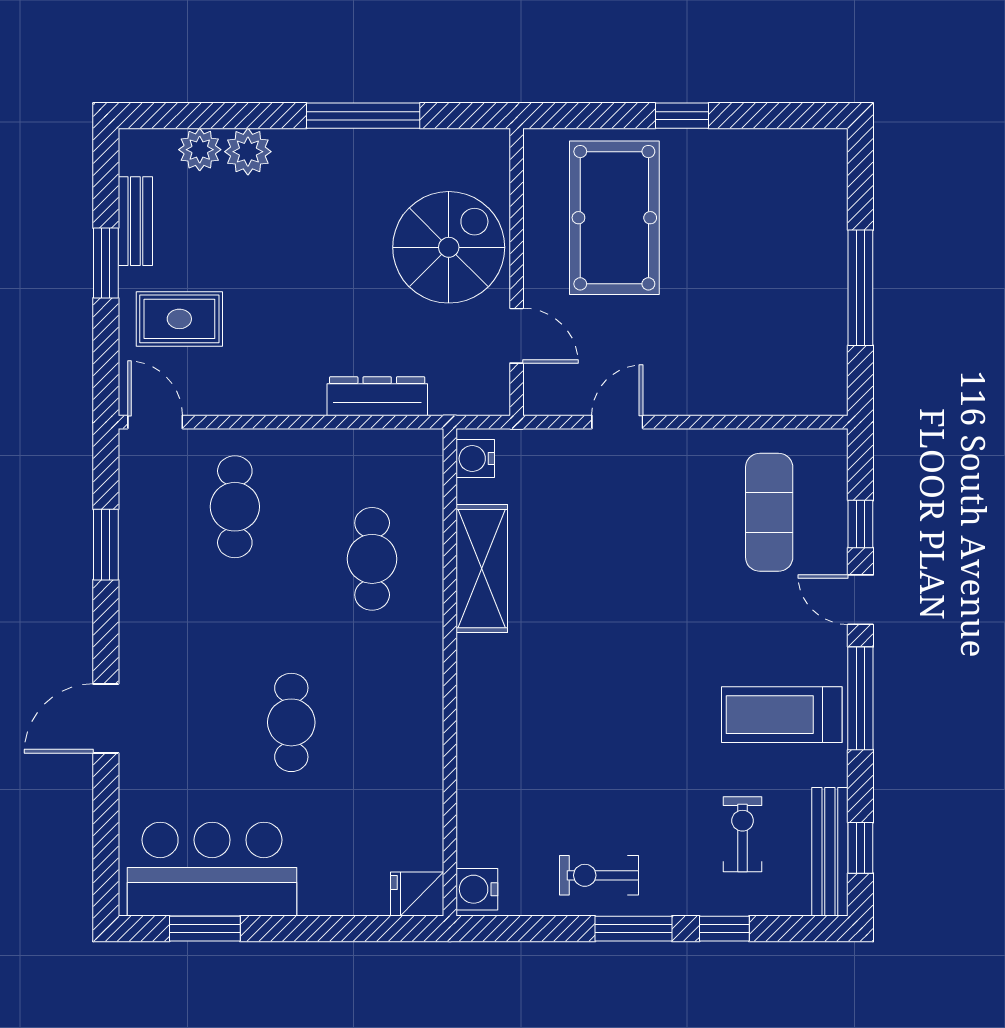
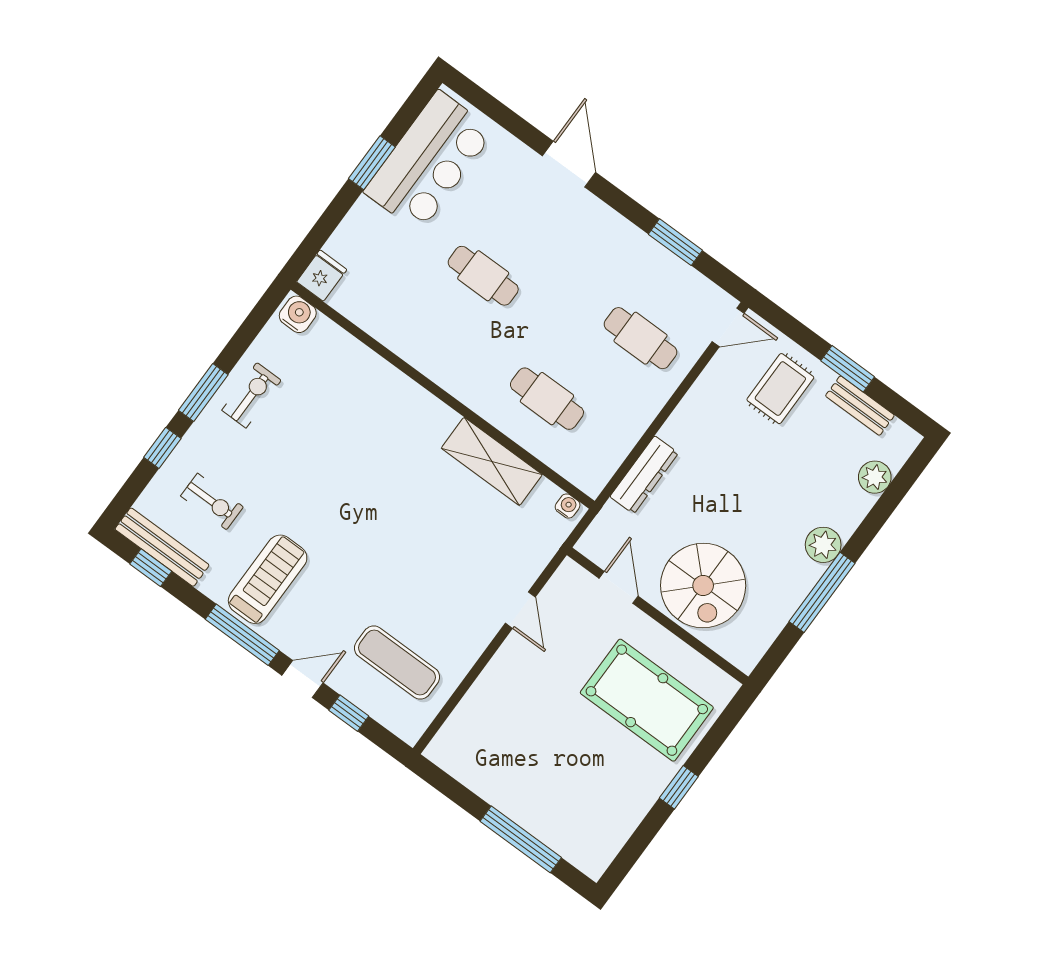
plant: (248, 152) -> (823, 545), moved
window: (860, 288) -> (521, 839), moved
door: (517, 336) -> (619, 587), swing flipped
water cooler: (475, 459) -> (568, 506), width x0.72, depth x0.72
window: (205, 929) -> (372, 163), moved

